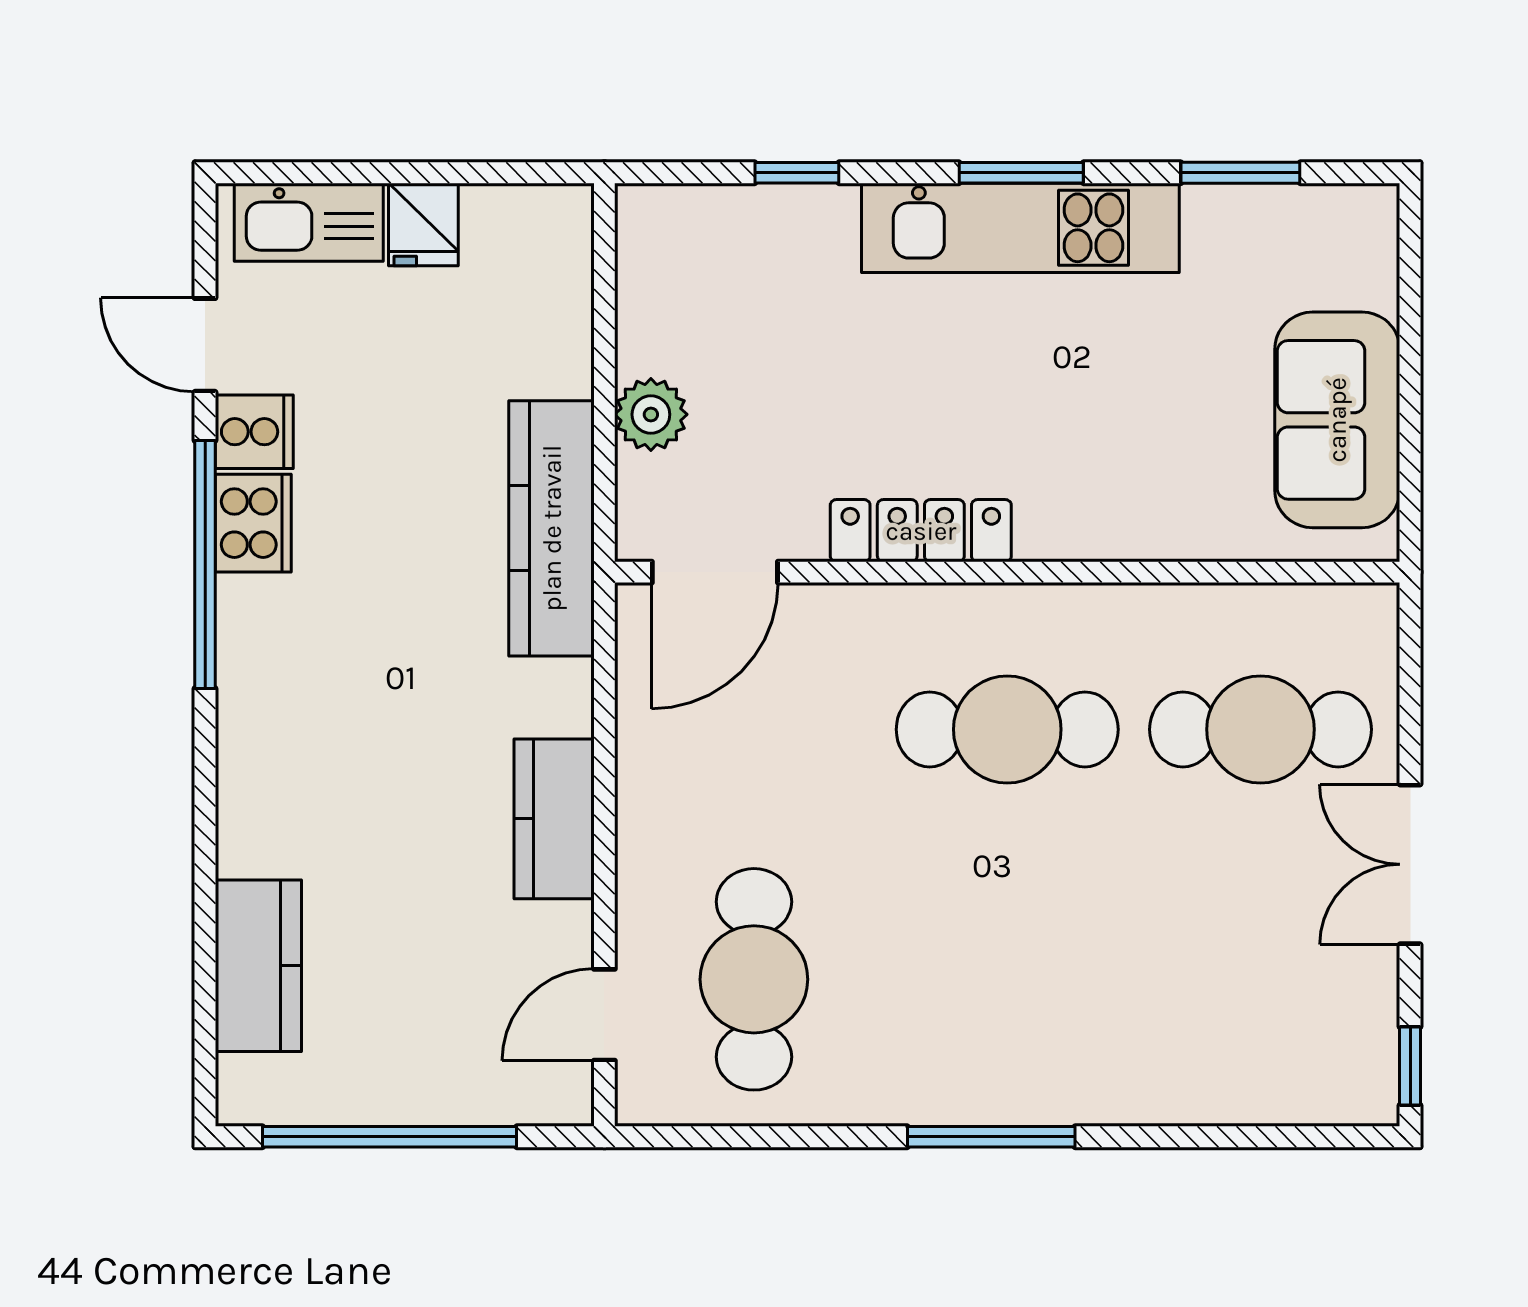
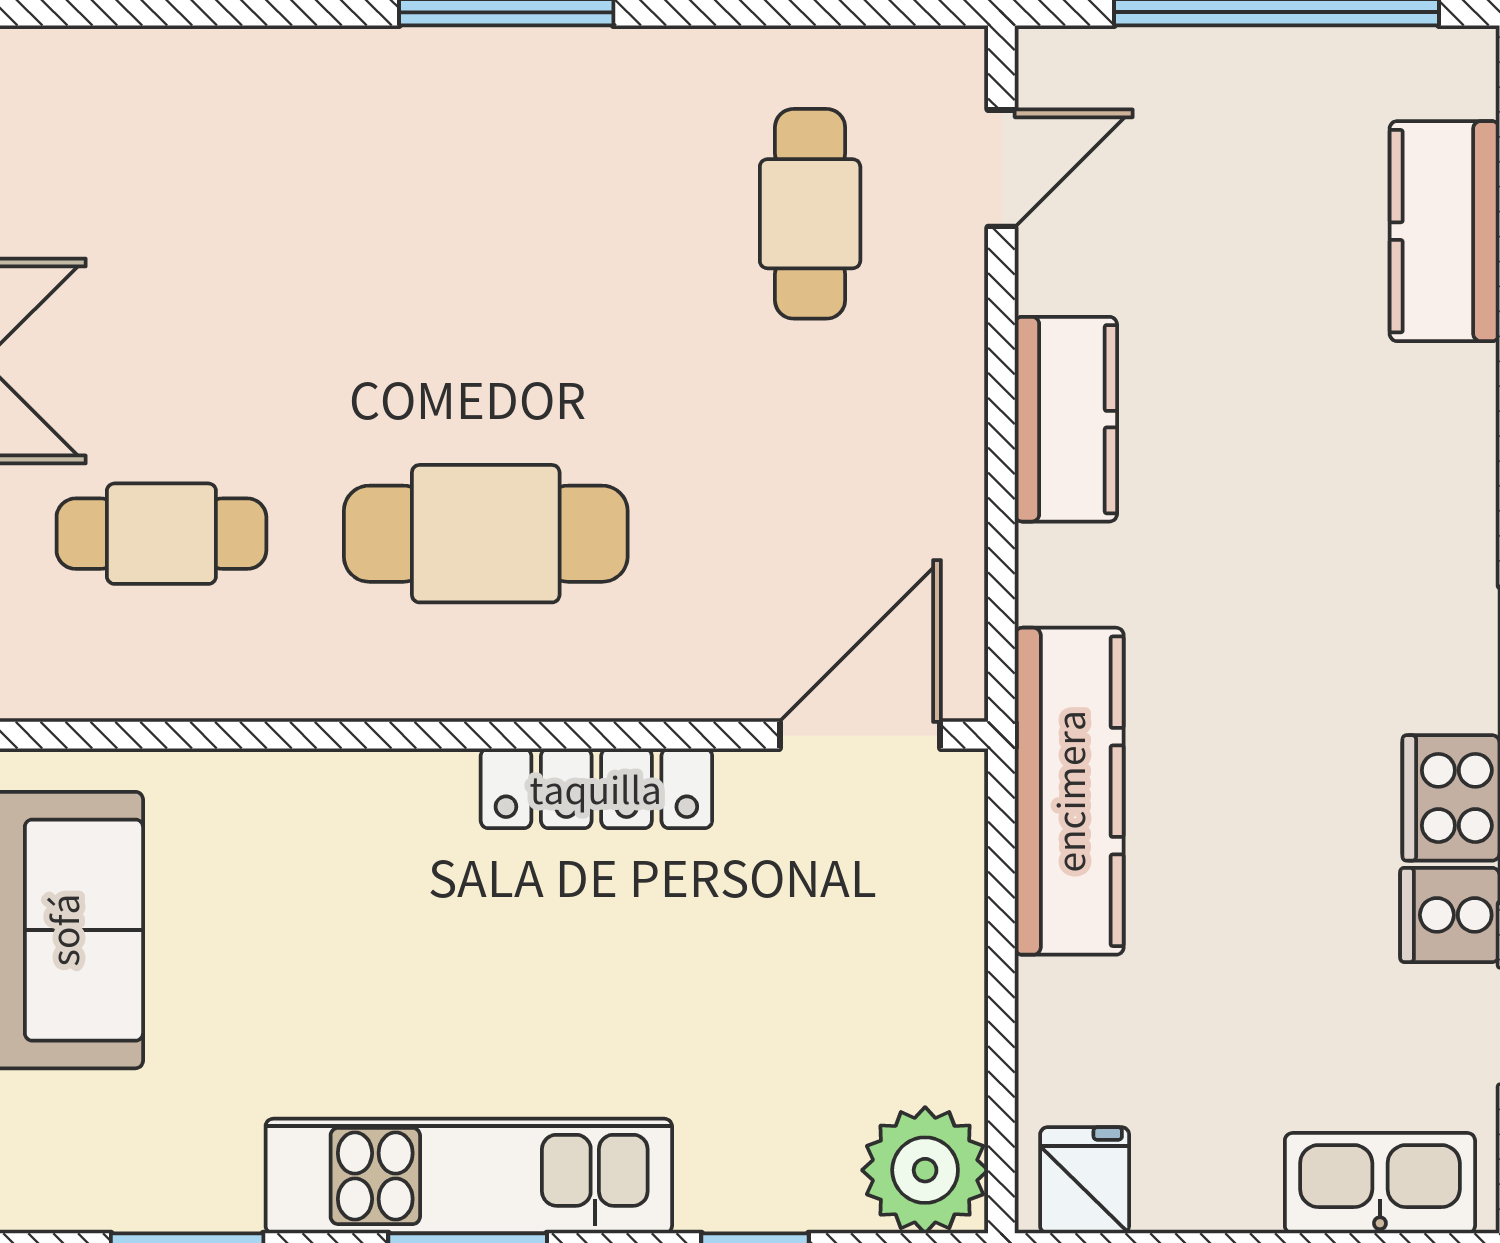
fridge: (423, 224) -> (1085, 1180), moved
plant: (651, 414) -> (925, 1170), moved, width x1.36, depth x1.36
cafe table: (1261, 729) -> (161, 534), width x0.73, depth x0.74
cafe table: (754, 979) -> (810, 214), width x0.73, depth x0.74

